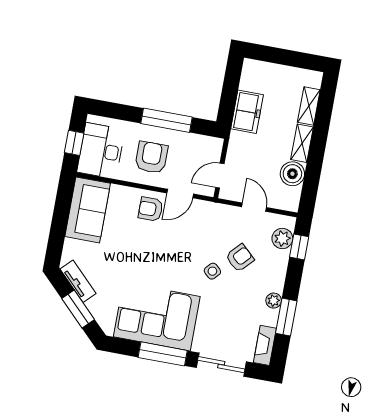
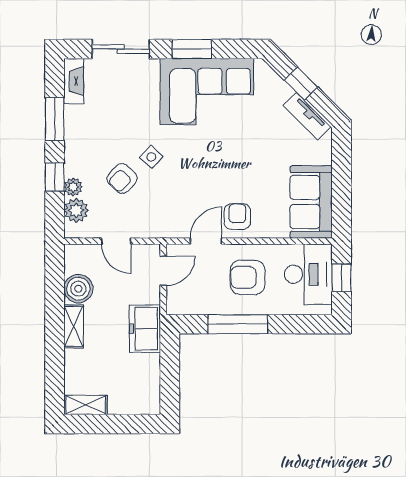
shelving: (309, 106) -> (86, 405), moved, turned 90
freezer: (247, 112) -> (145, 329), moved
armchair: (151, 157) -> (248, 277), turned 90
armchair: (151, 209) -> (237, 217), turned -90
window: (299, 247) -> (55, 177), moved
plant: (274, 301) -> (73, 187), moved
window: (78, 309) -> (301, 84), width x0.67
window: (163, 354) -> (192, 49), width x0.69

